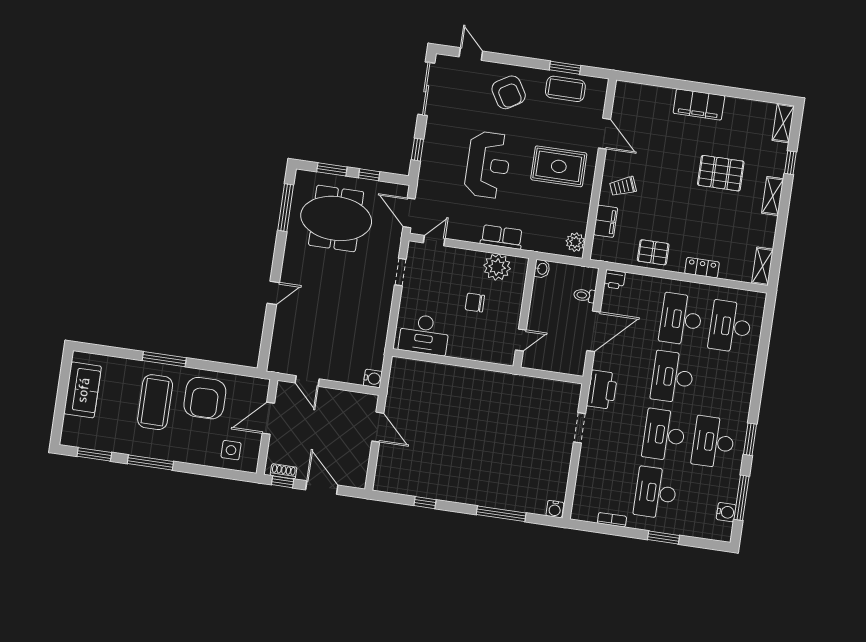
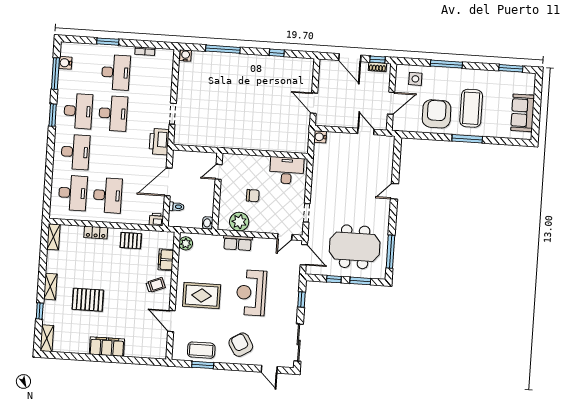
desk: (673, 377) -> (75, 152), moved
window: (150, 463) -> (446, 64), moved

